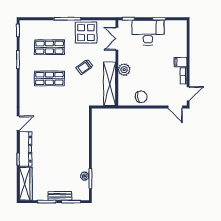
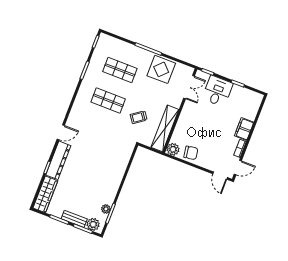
desk: (148, 32) -> (218, 91), width x0.73
double door: (117, 39) -> (189, 87), swing flipped
filing cabinet: (180, 62) -> (244, 129), width x2.00
trolley: (84, 67) -> (139, 117), moved
plant: (124, 70) -> (173, 149), moved
plant: (79, 194) -> (93, 224), added

